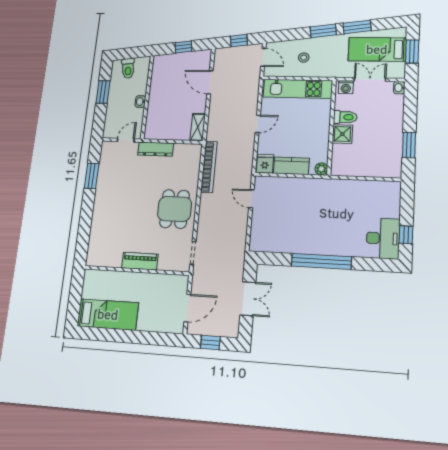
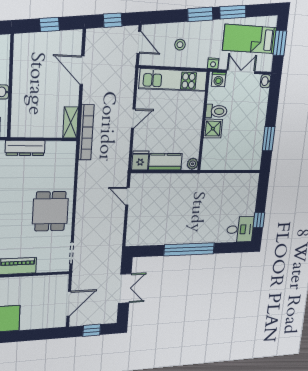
nightstand: (339, 73) -> (213, 63), added
bookcase: (209, 167) -> (86, 132), moved
desk: (383, 238) -> (240, 229), width x0.73

